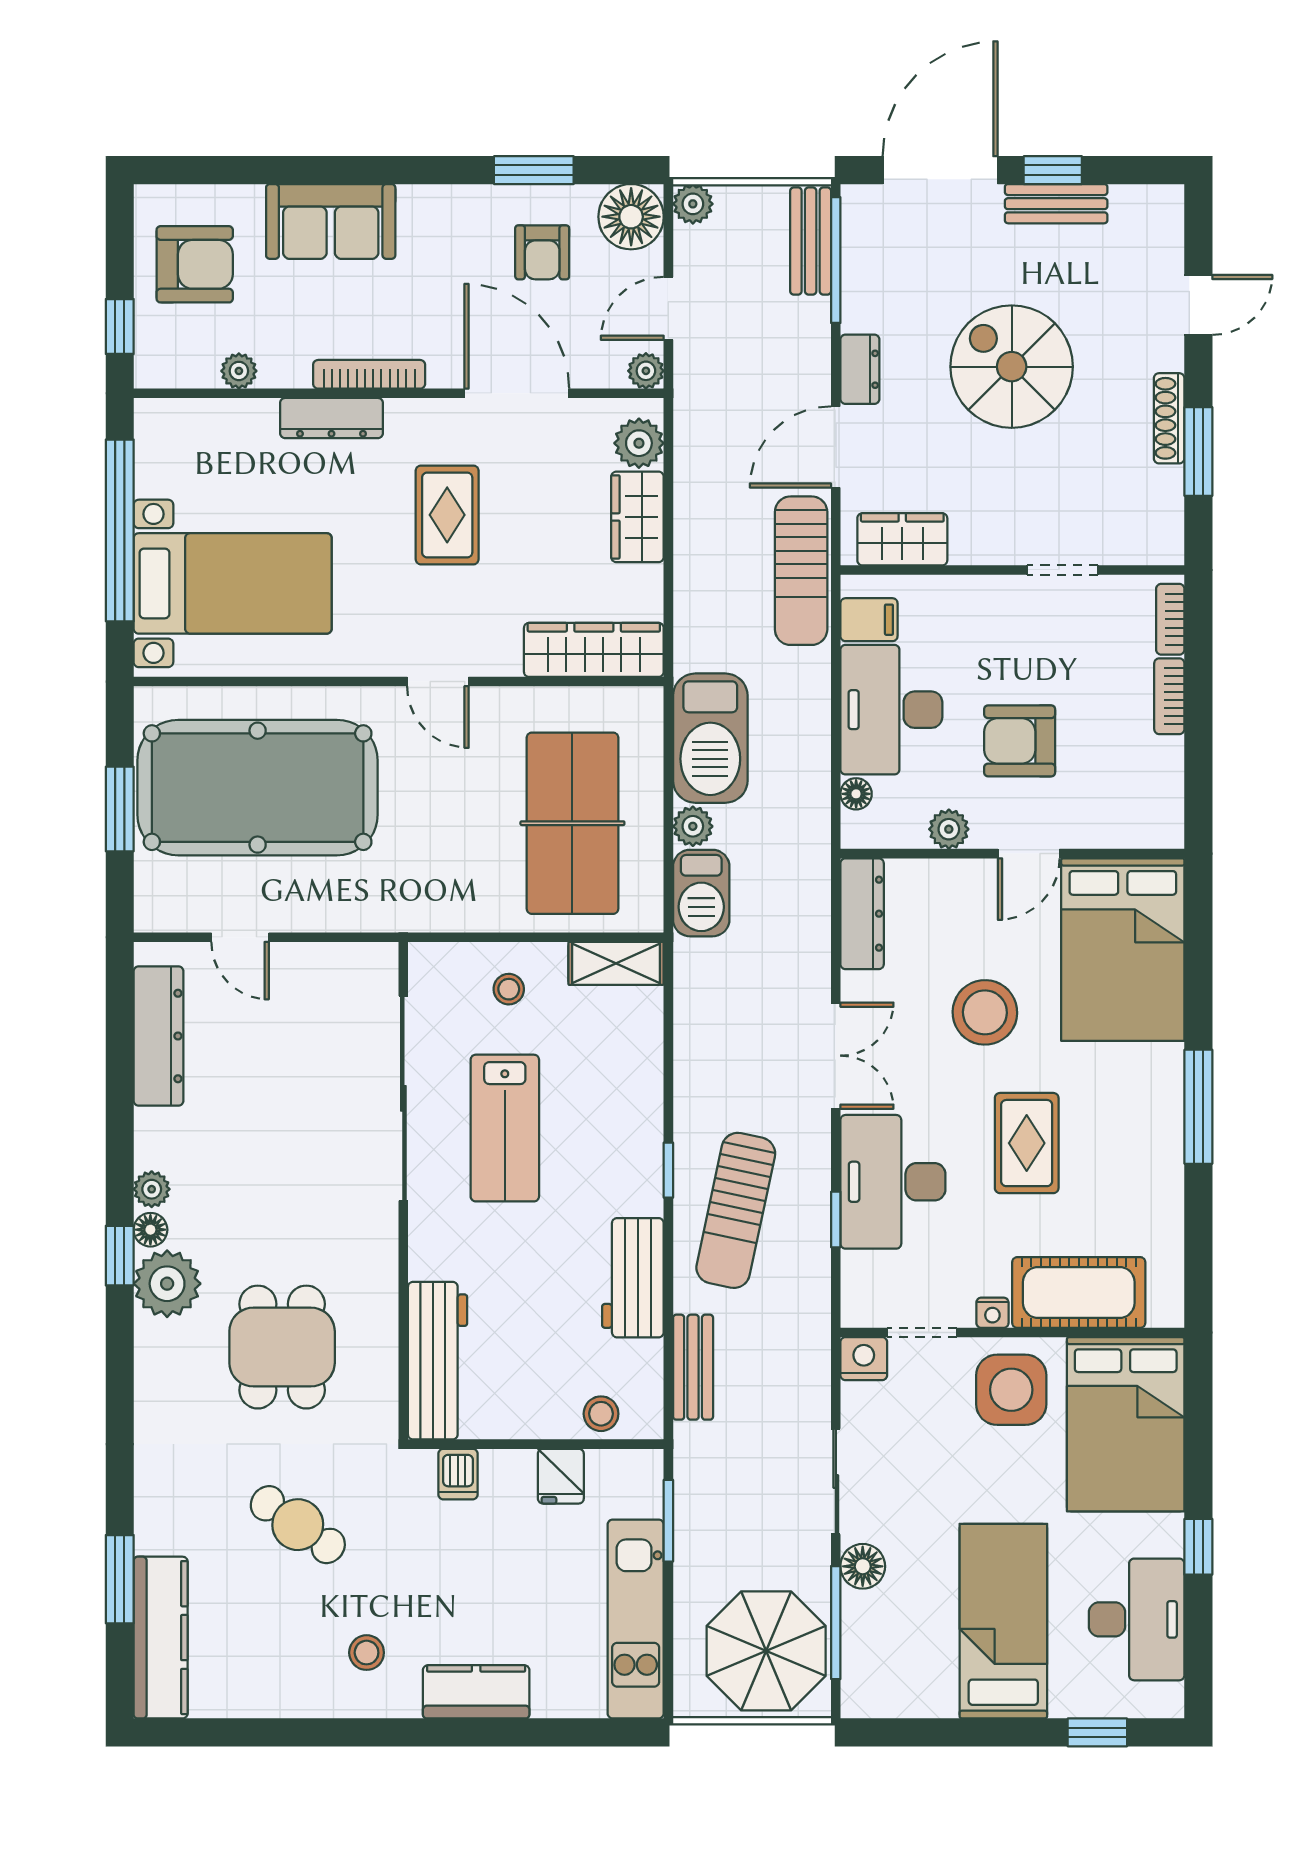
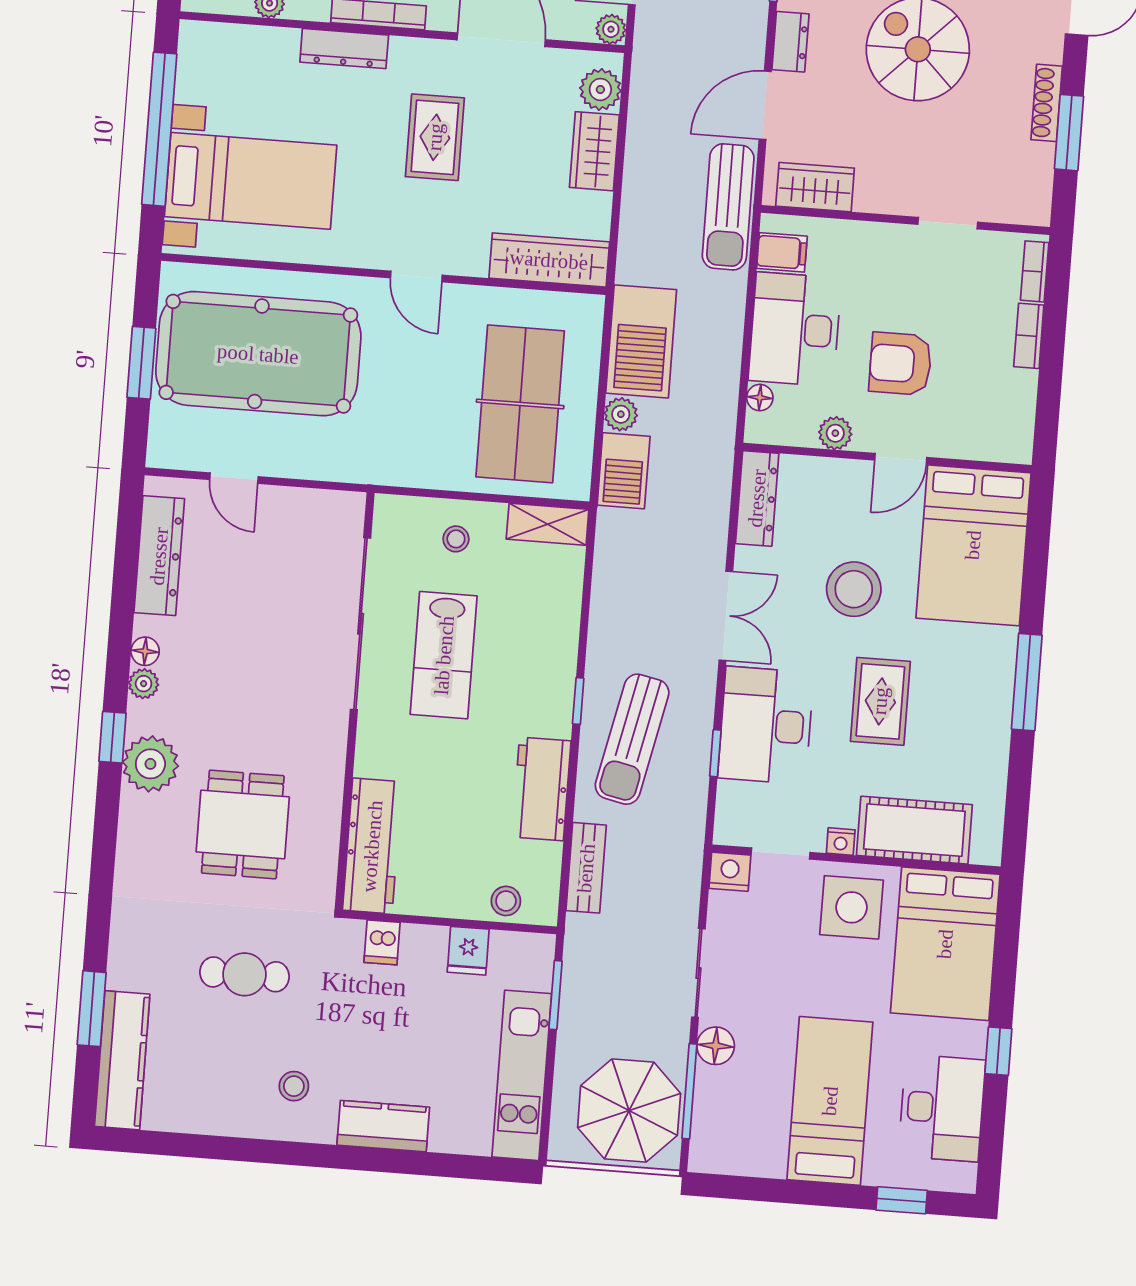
floor lamp: (150, 1230) -> (145, 651), moved
cafe table: (298, 1525) -> (244, 974), turned -35

